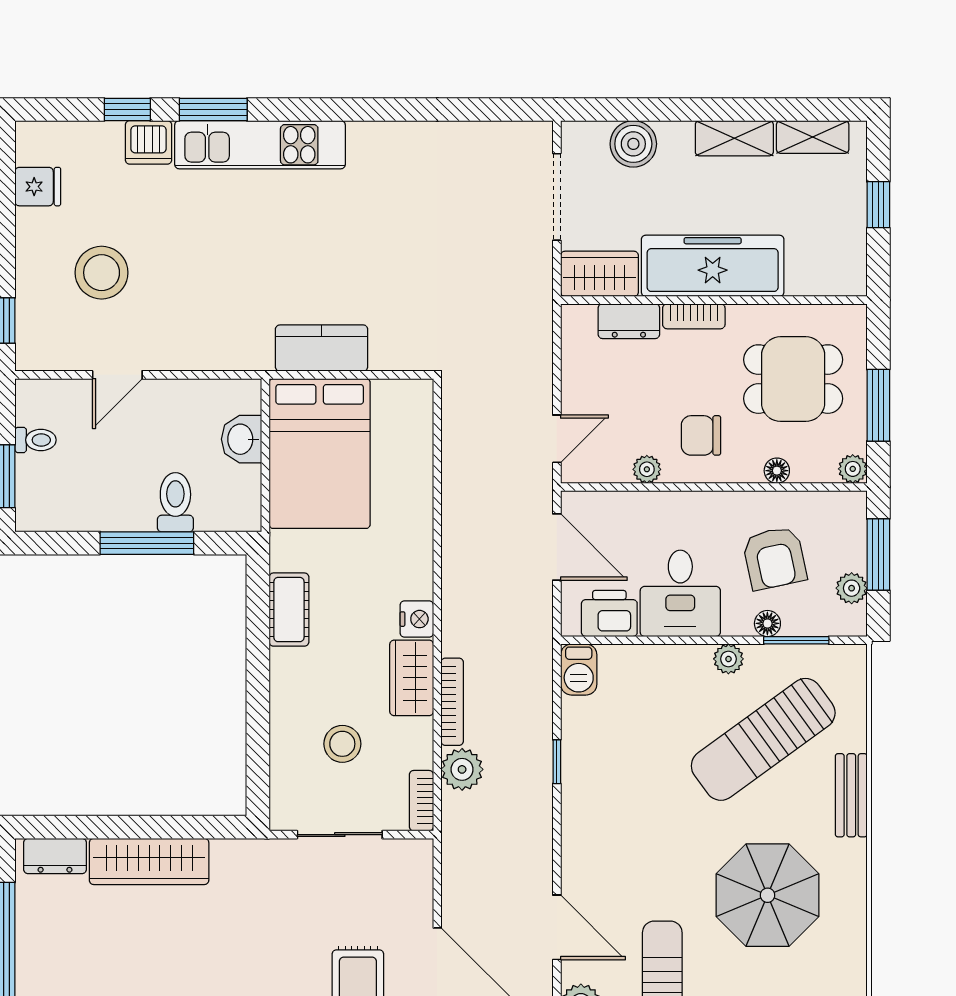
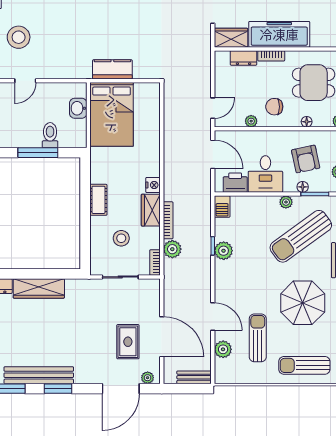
cot: (289, 610) -> (98, 200), moved
plant: (582, 773) -> (224, 251), added

